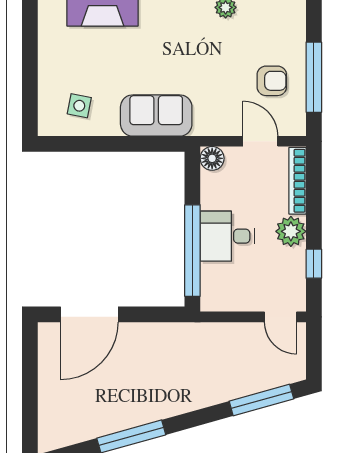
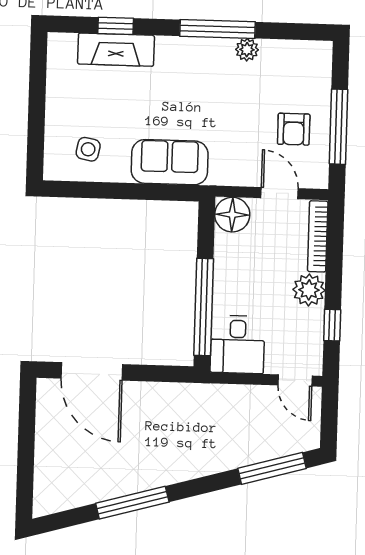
armchair: (272, 81) -> (294, 129), turned 90
floor lamp: (212, 158) -> (232, 215), width x1.38, depth x1.38
desk: (227, 236) -> (237, 344), moved, turned -90
door: (89, 314) -> (92, 371), hinge flipped

